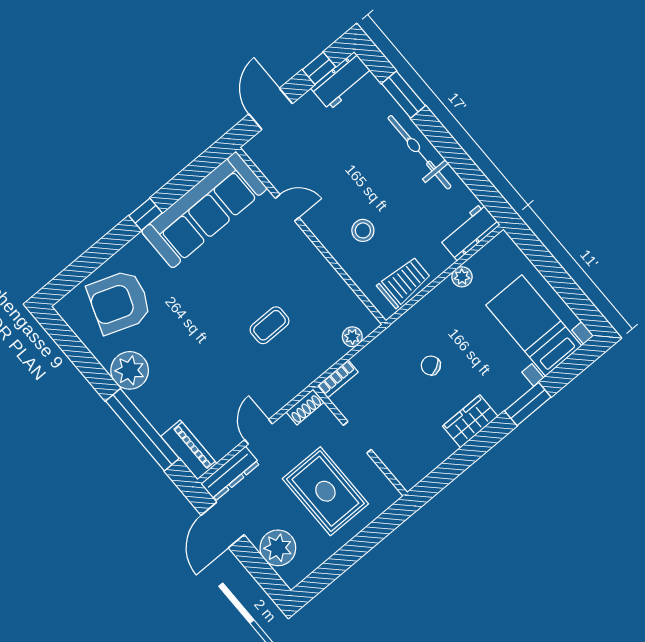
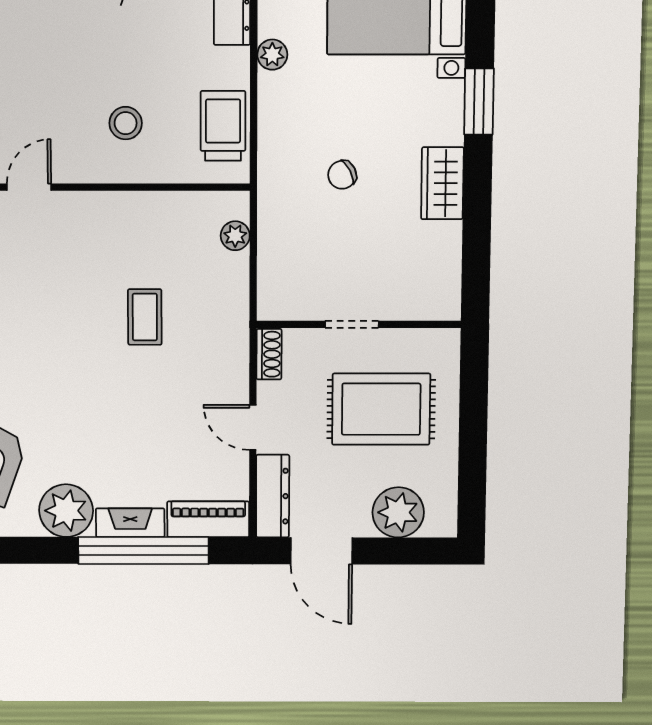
bookcase: (338, 379) -> (268, 292), removed
fireplace: (152, 410) -> (130, 523), added

